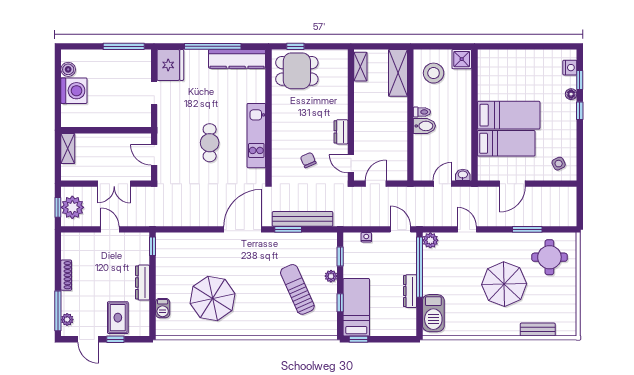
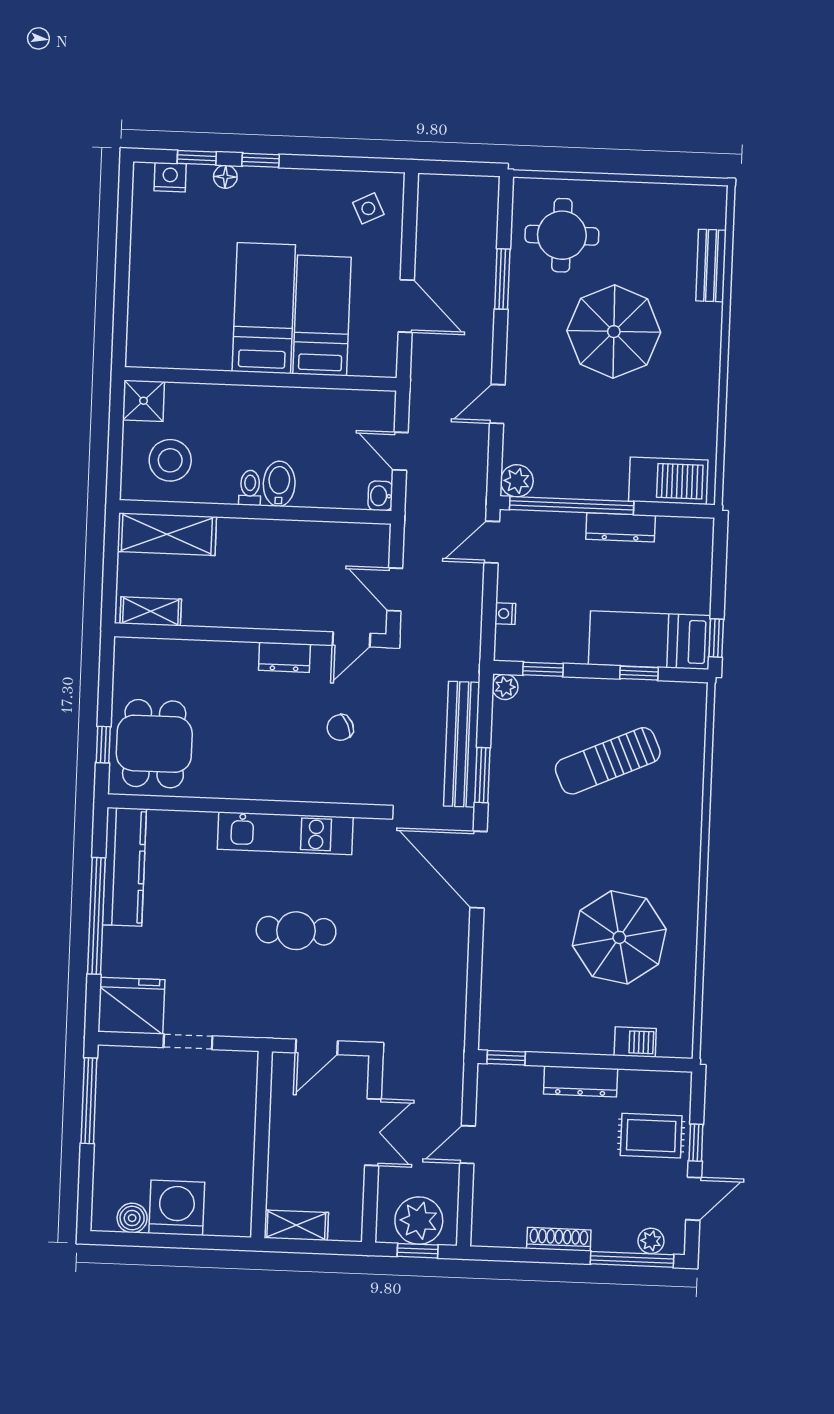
washbasin: (463, 175) -> (380, 496), moved
plant: (331, 276) -> (505, 687), moved

